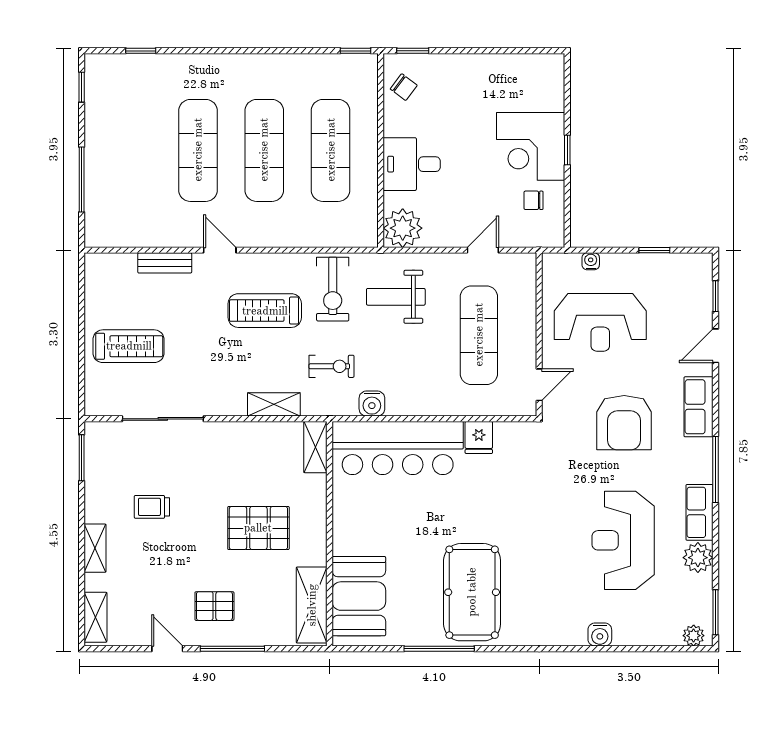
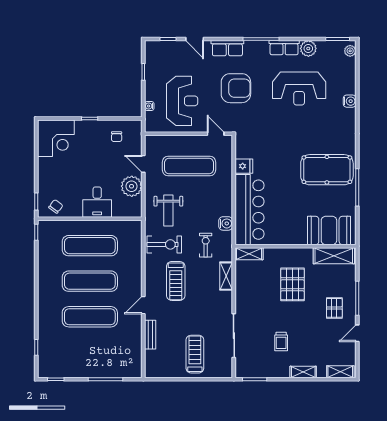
corner desk: (531, 146) -> (56, 138), moved
plant: (403, 228) -> (132, 186), moved

